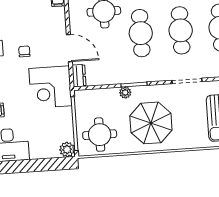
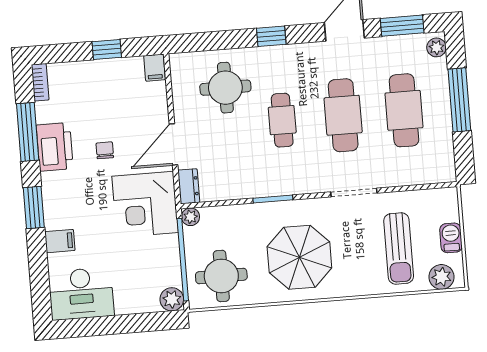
cafe table: (141, 33) -> (282, 120), width x0.73, depth x0.74
door: (69, 48) -> (173, 144), swing flipped
plant: (125, 93) -> (191, 217), moved

